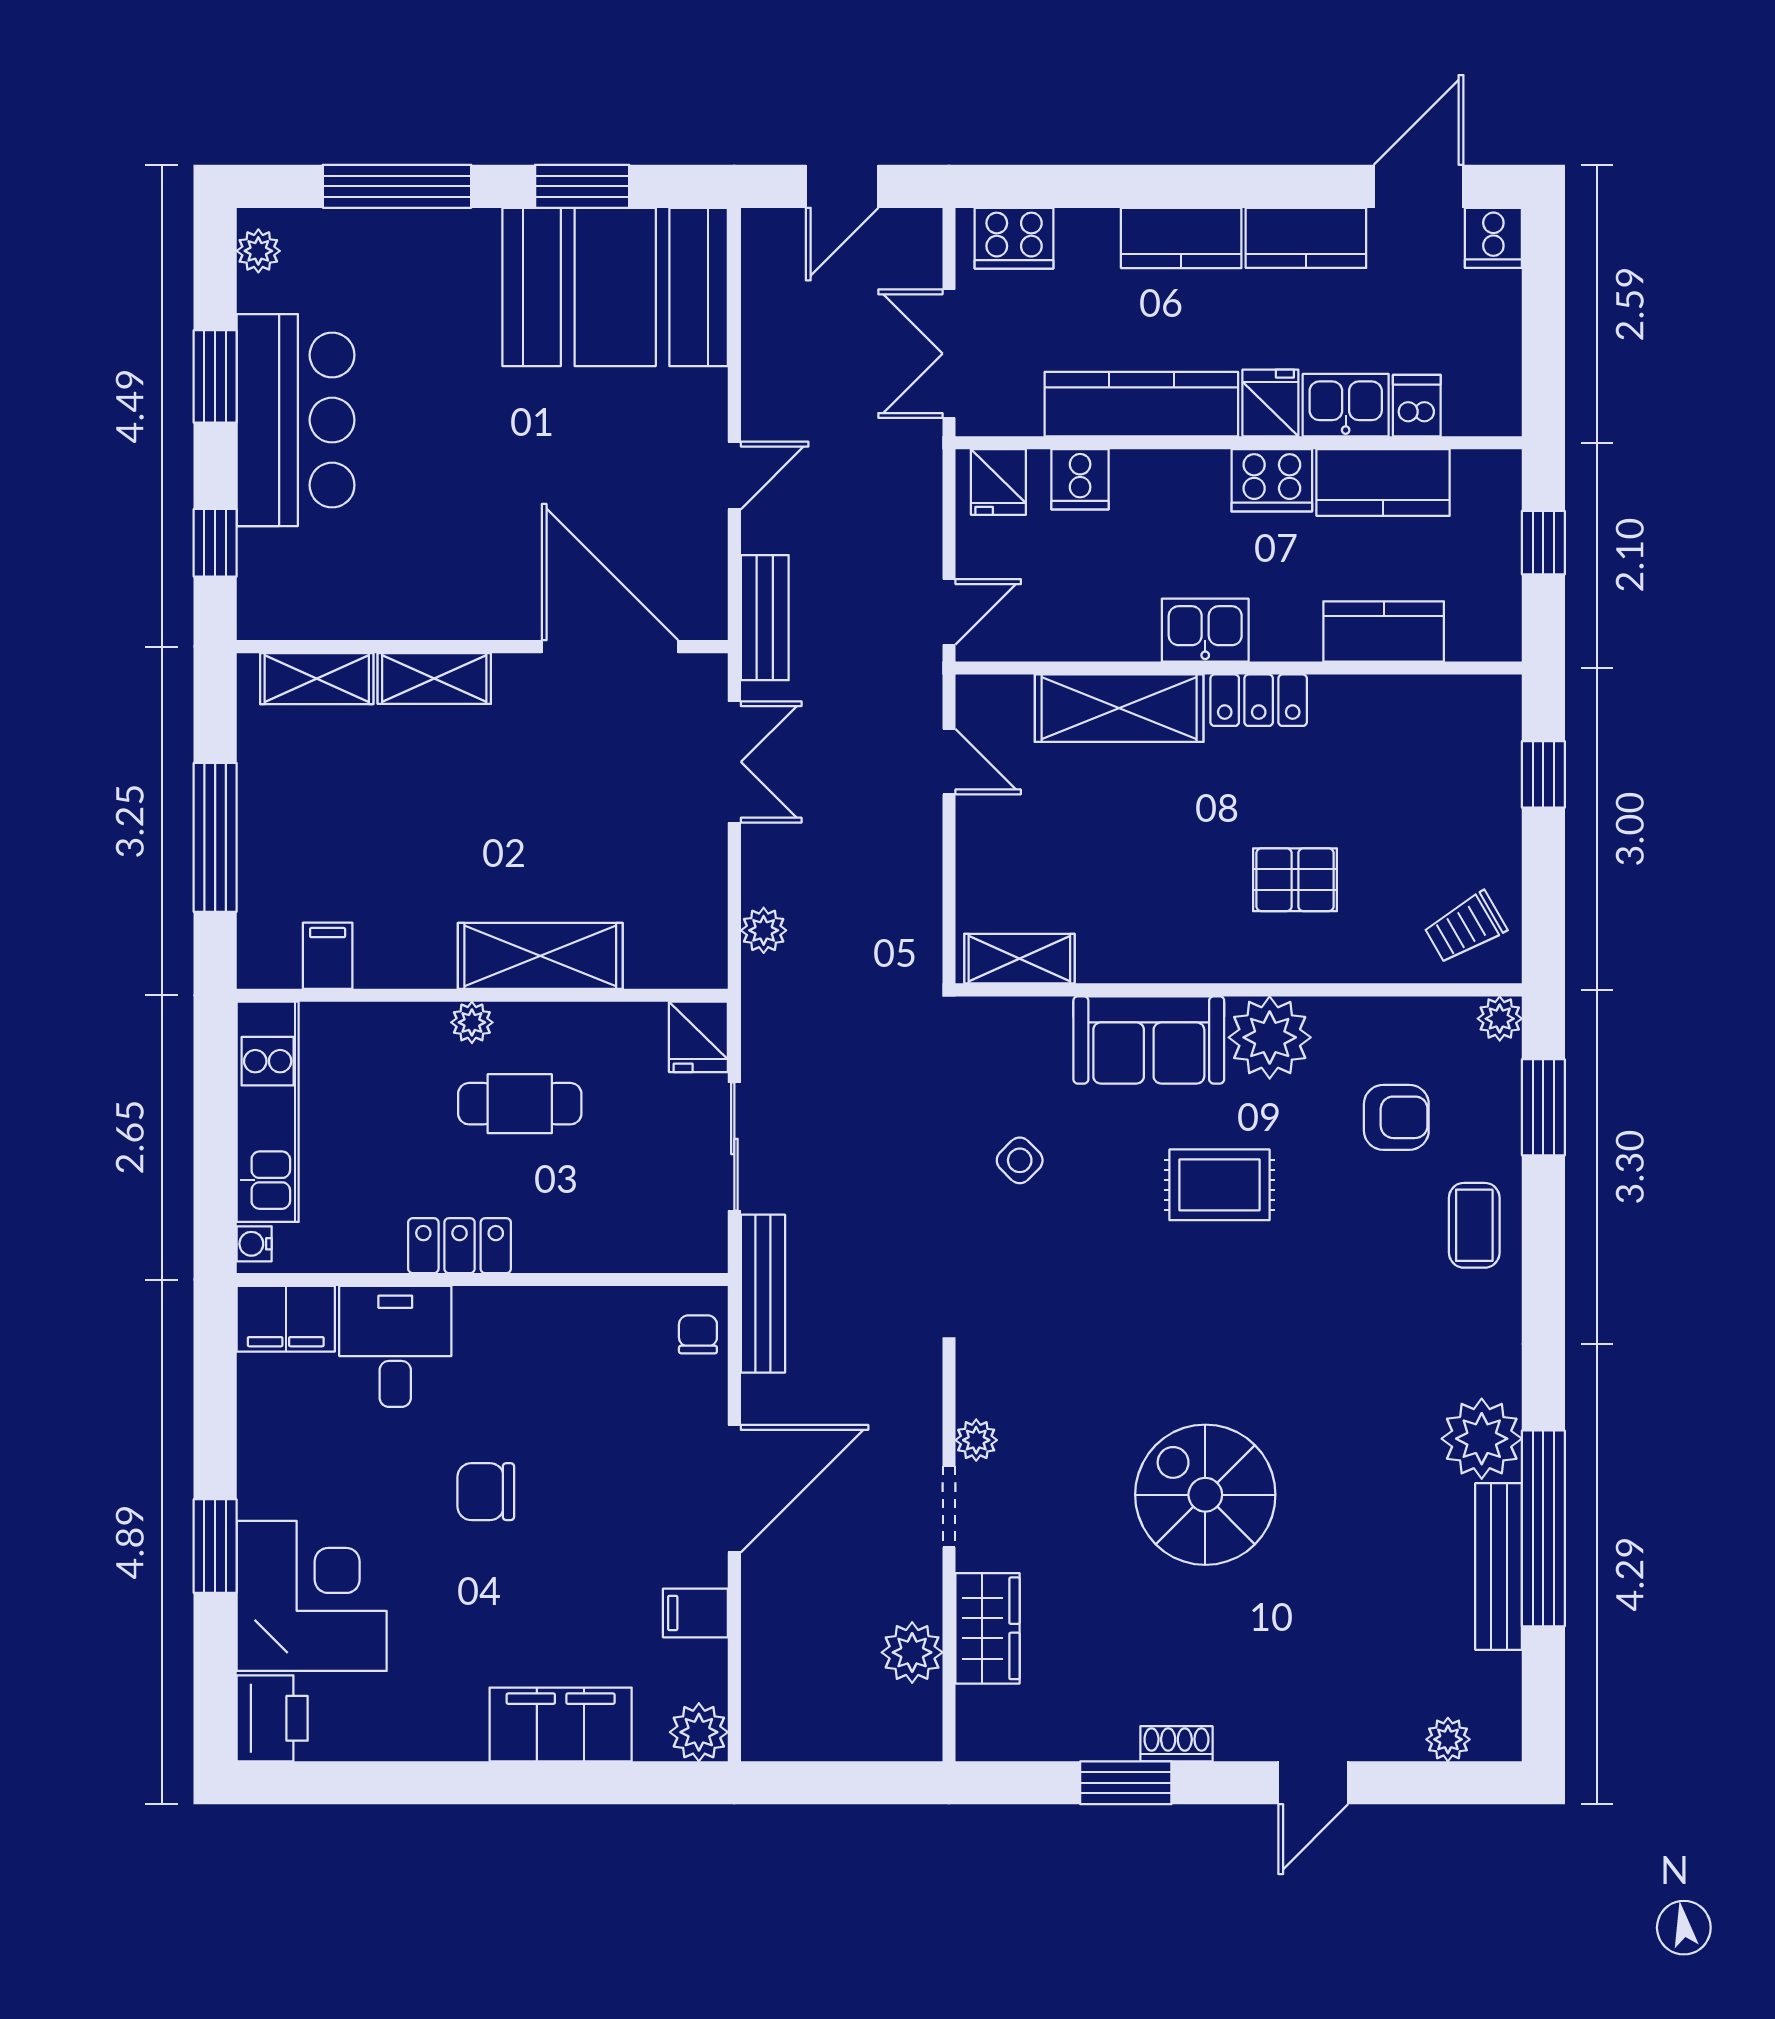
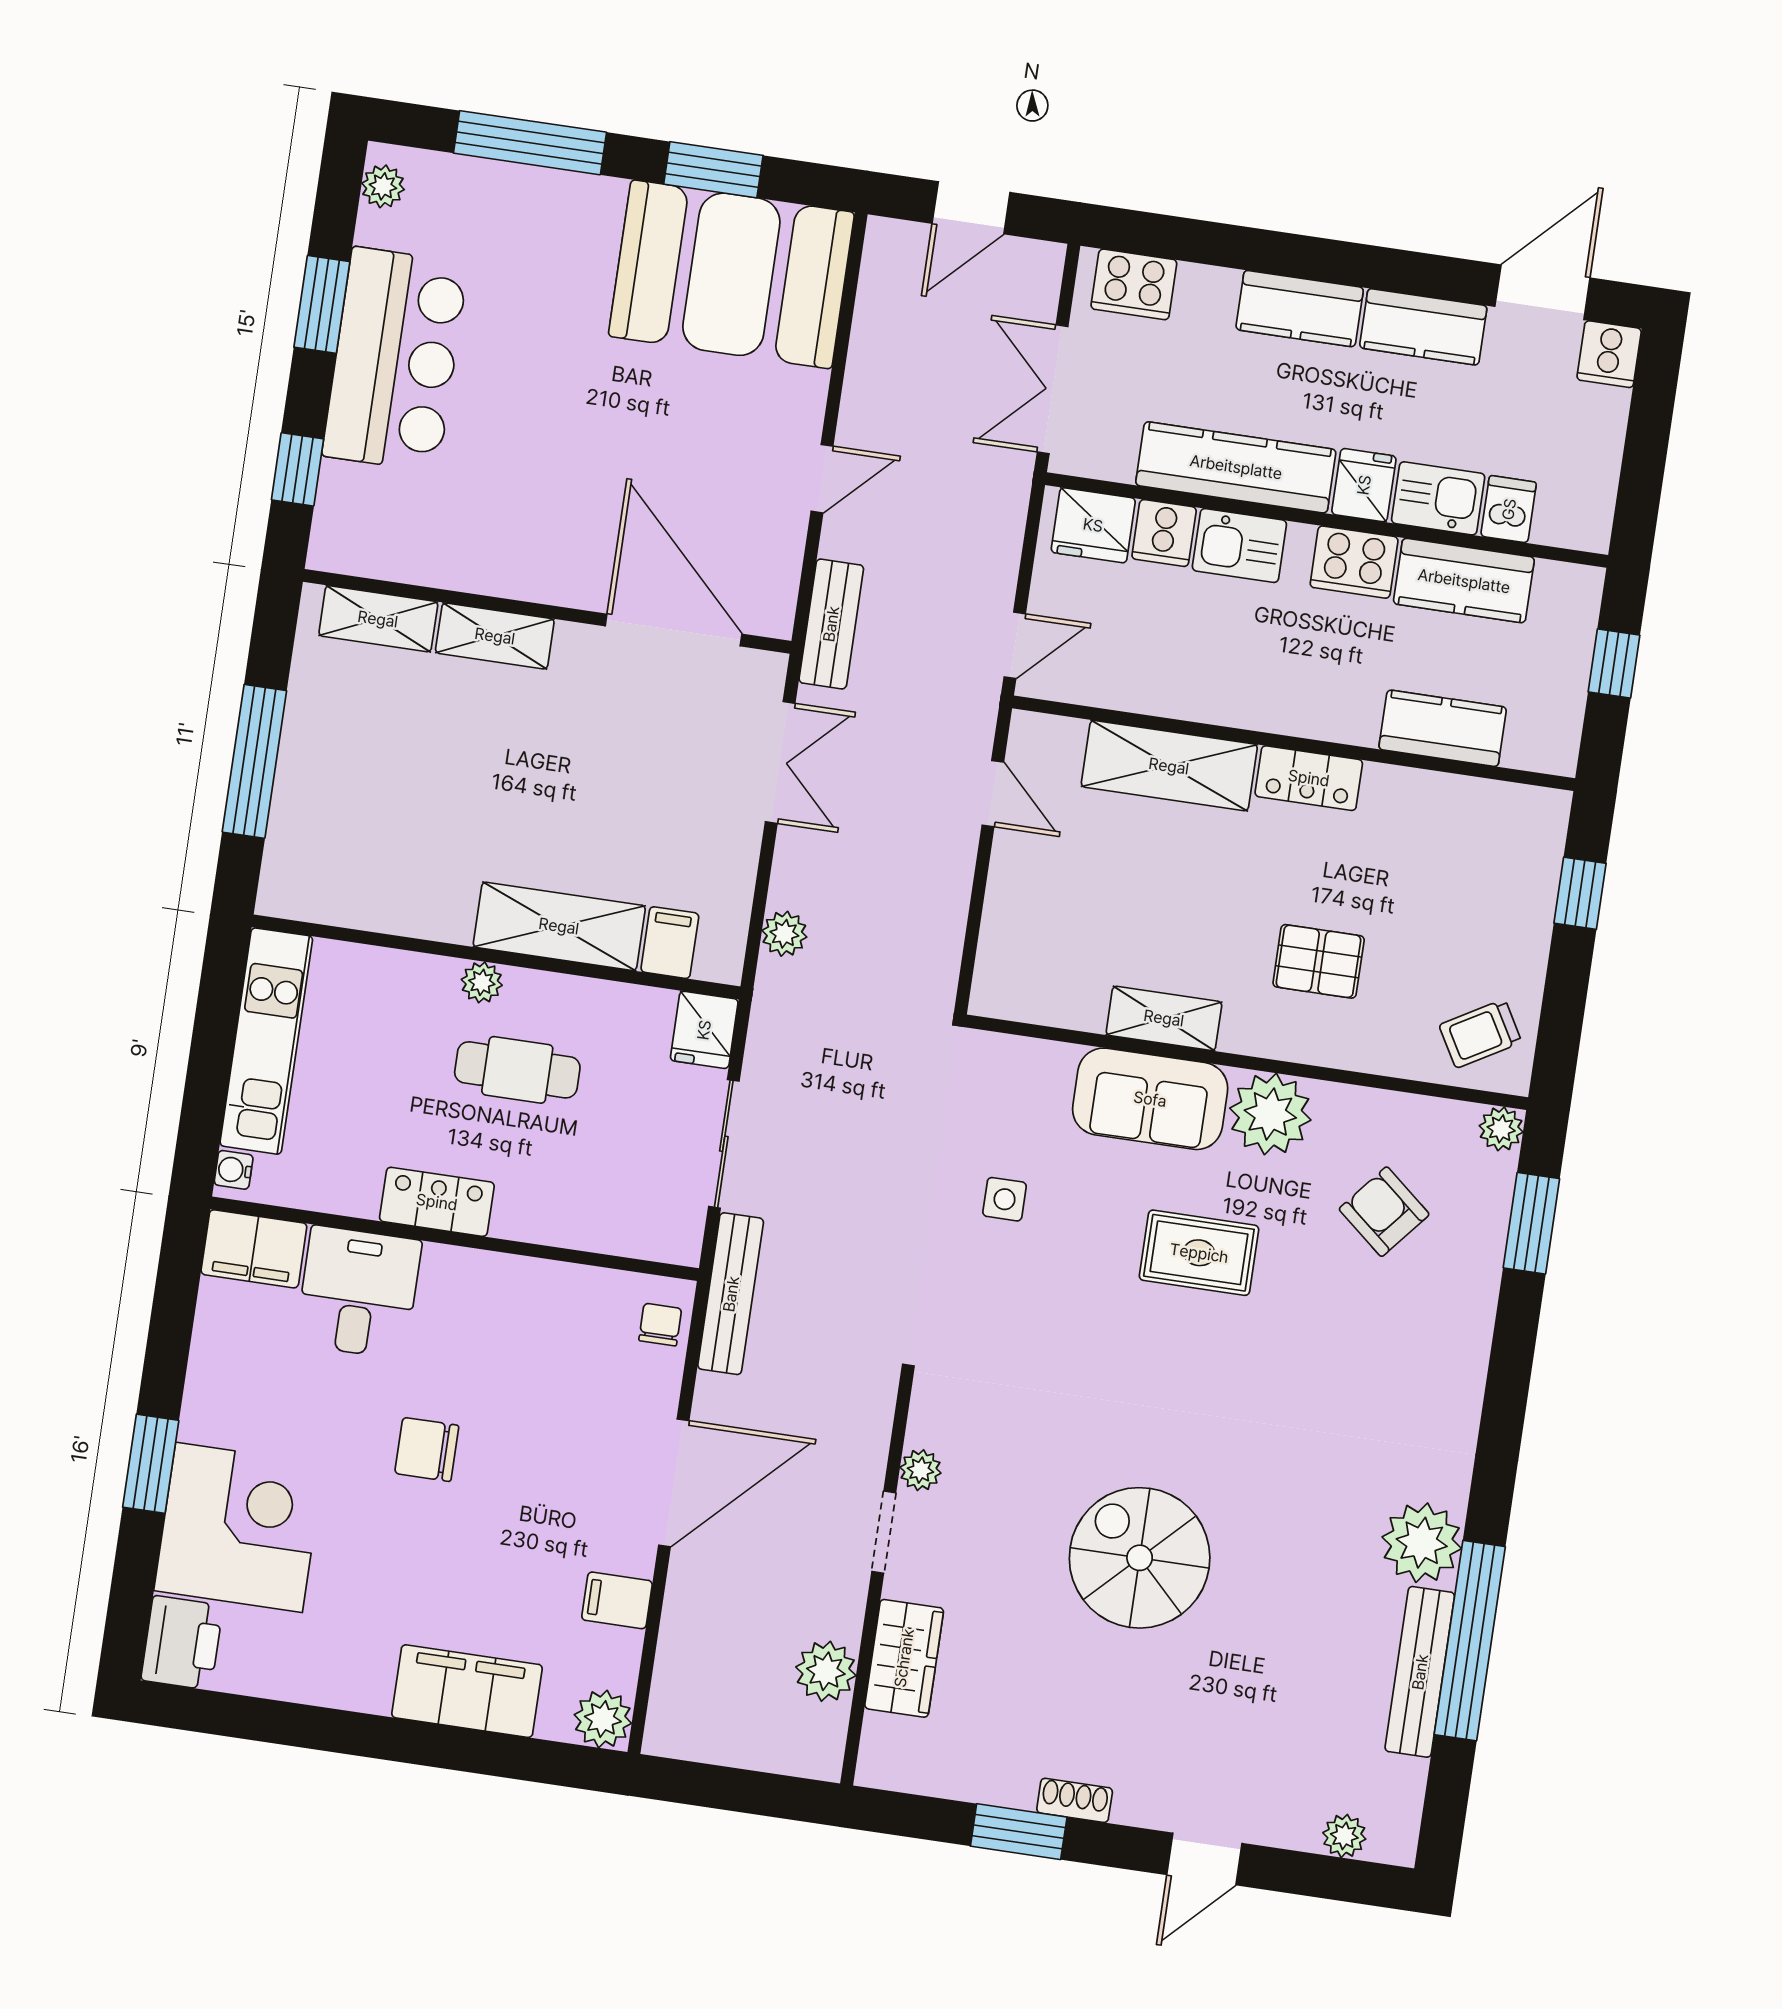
fridge: (998, 482) -> (1093, 525), width x1.38
kitchen sink: (1205, 630) -> (1239, 546), moved, turned 180
filing cabinet: (328, 956) -> (670, 943), moved
shelving: (1019, 959) -> (1164, 1018), moved
armchair: (1396, 1117) -> (1384, 1212), turned -140
side table: (1020, 1160) -> (1005, 1199), turned 45
coffee table: (1474, 1225) -> (1446, 1330), removed

